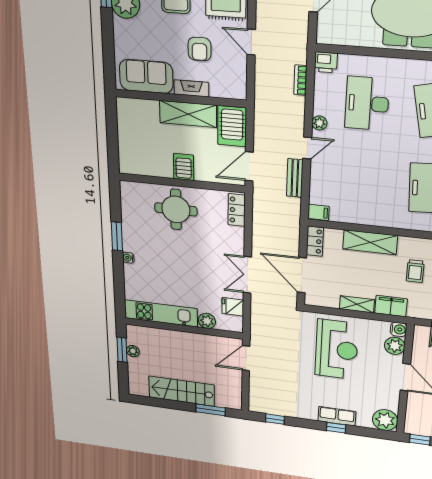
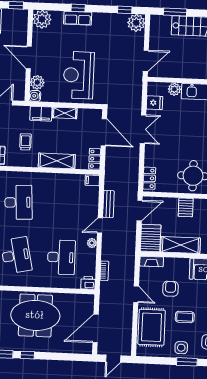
fireplace: (191, 88) -> (152, 261), moved
plant: (260, 403) -> (136, 23), added

